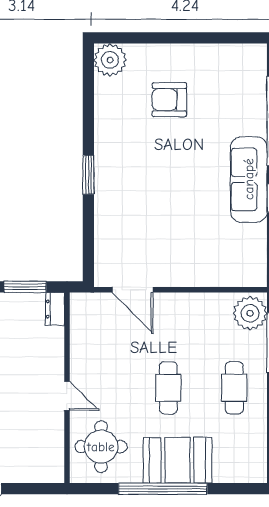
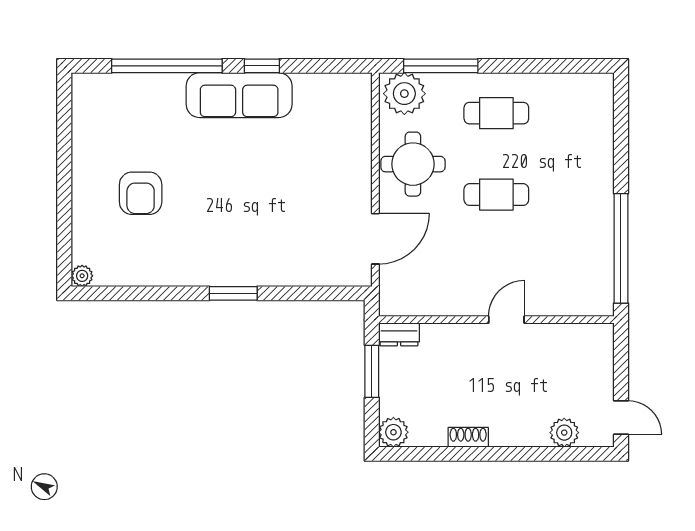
plant: (110, 60) -> (82, 276), width x0.53, depth x0.53
round table: (101, 447) -> (413, 164), moved
booth: (177, 460) -> (586, 183), removed
window: (163, 489) -> (621, 248), moved

